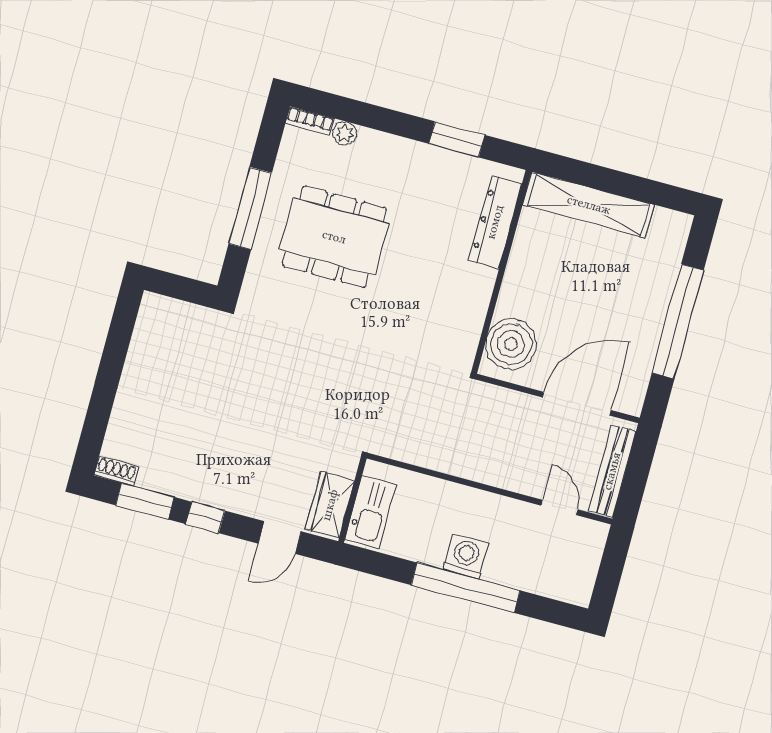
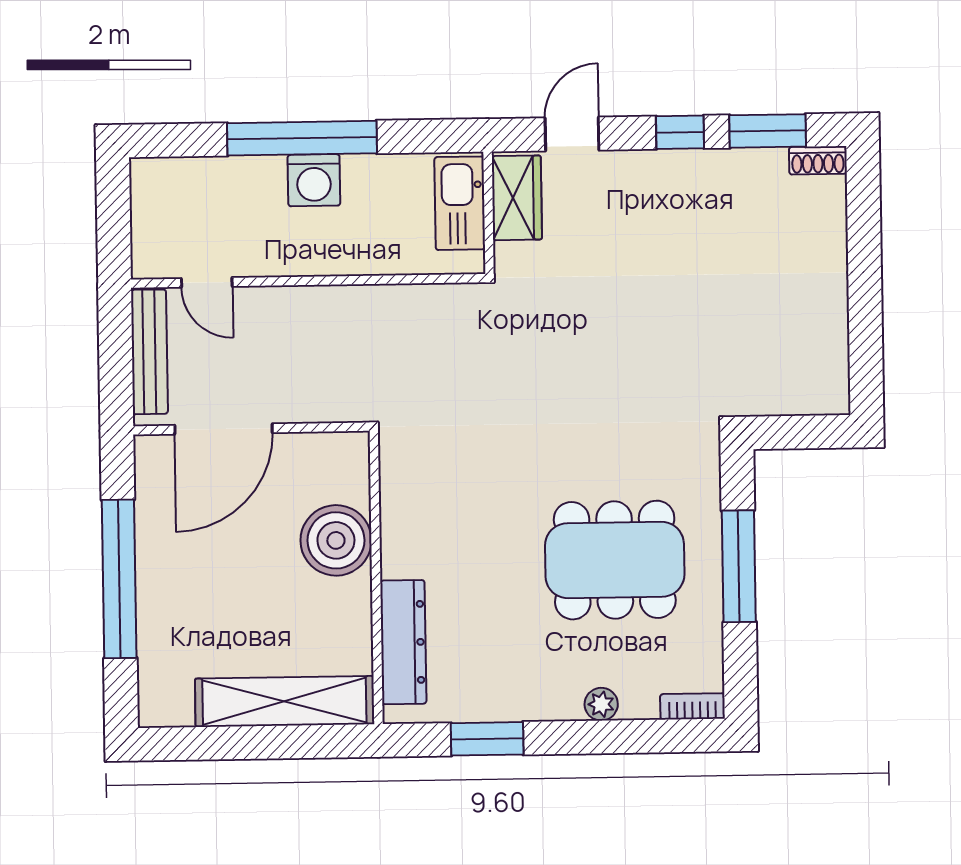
plant: (345, 133) -> (601, 704), moved
boiler: (511, 344) -> (336, 540), moved

